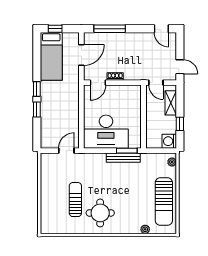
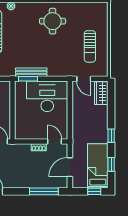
door: (98, 83) -> (55, 142), hinge flipped
window: (37, 110) -> (111, 164), moved
wardrobe: (48, 135) -> (101, 93), added
door: (66, 151) -> (84, 79), hinge flipped
sun lounger: (75, 200) -> (90, 46), moved

